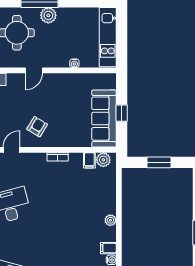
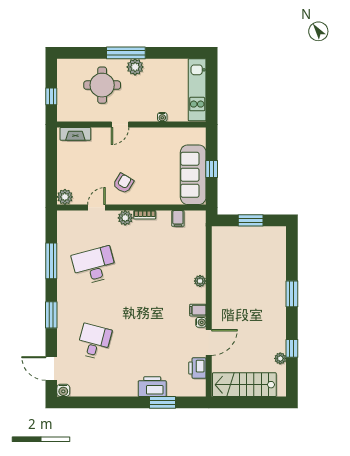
plant: (103, 160) -> (125, 218), moved

